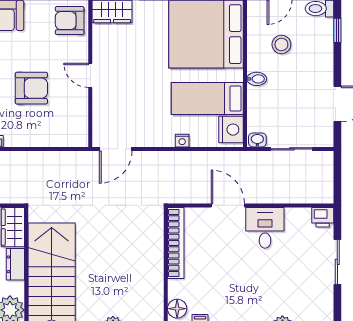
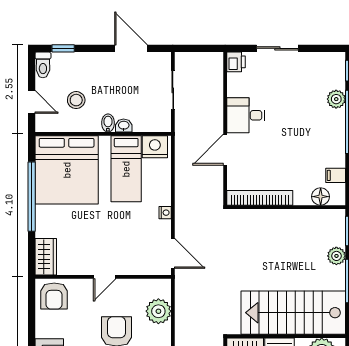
plant: (53, 133) -> (158, 311), added
washbasin: (257, 140) -> (124, 126), moved, turned 90
nightstand: (182, 141) -> (165, 213), moved

